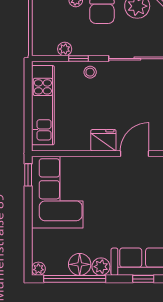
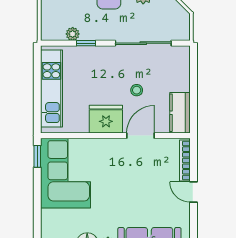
stool: (90, 72) -> (137, 90), moved
fridge: (103, 140) -> (106, 119), width x1.36, depth x1.34

